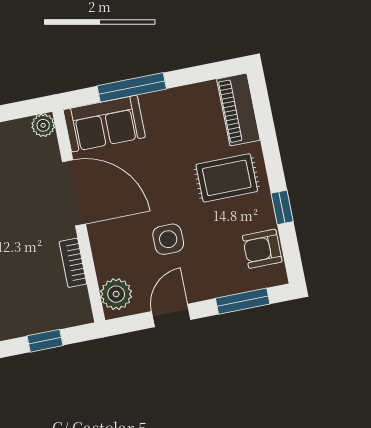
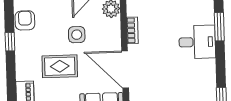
rug: (227, 178) -> (60, 66), moved
armchair: (262, 249) -> (25, 20), turned -90

